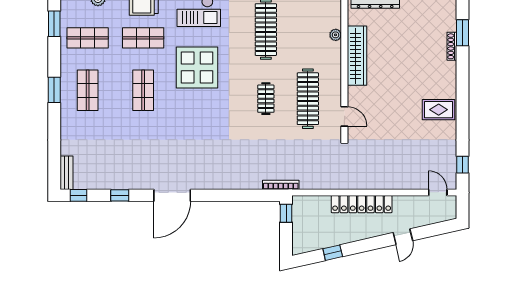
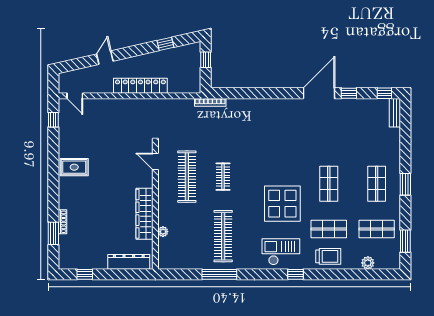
door: (172, 195) -> (319, 93), moved
window: (286, 213) -> (206, 60), moved

